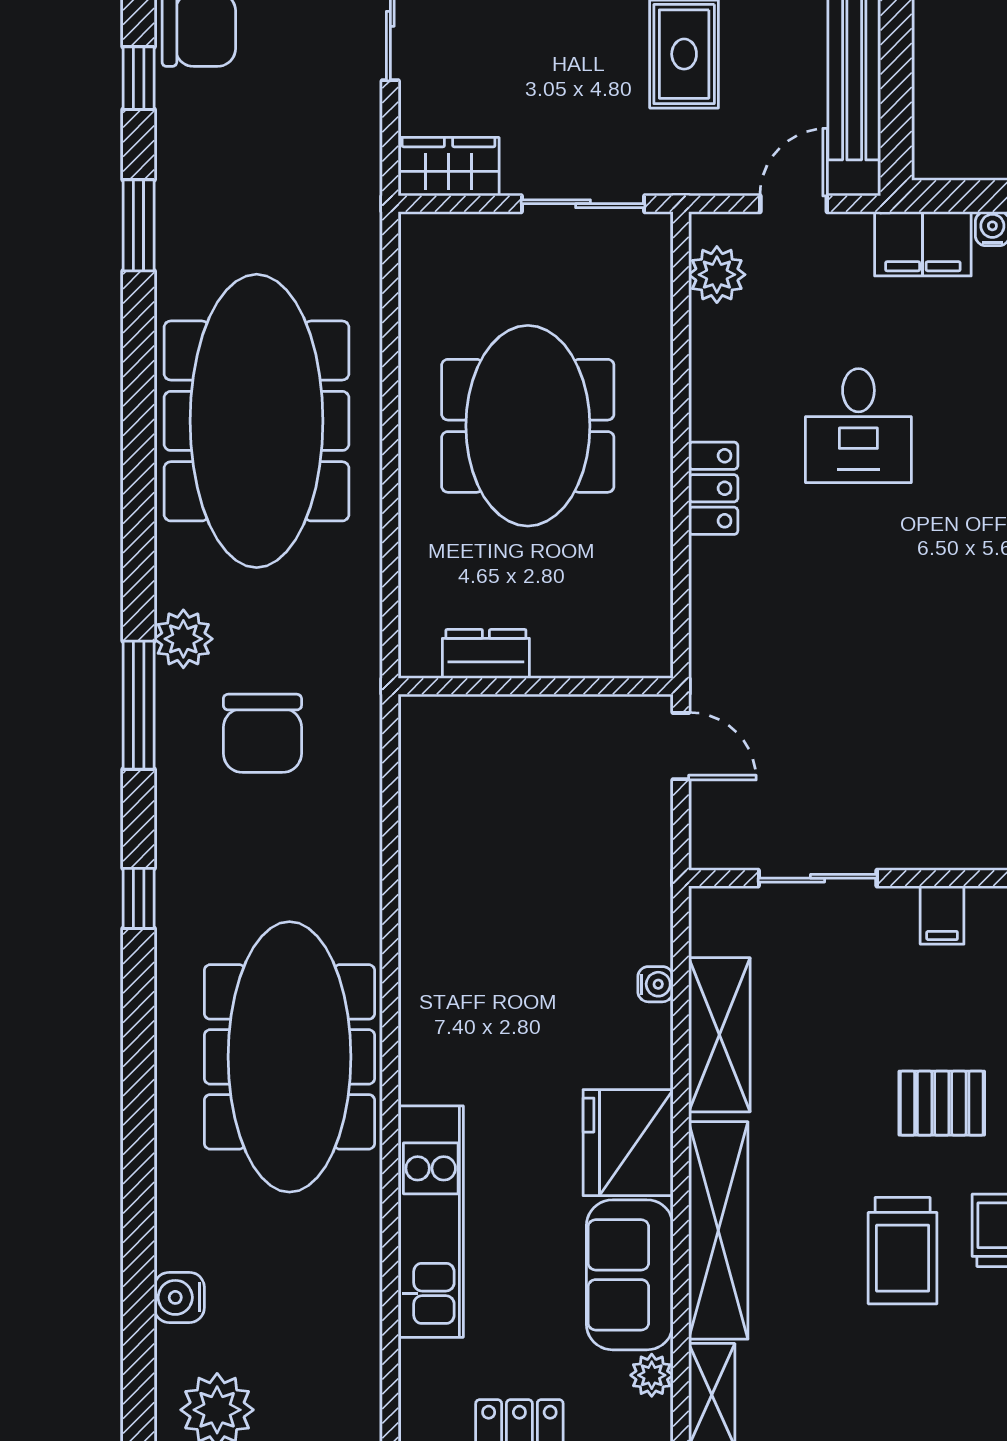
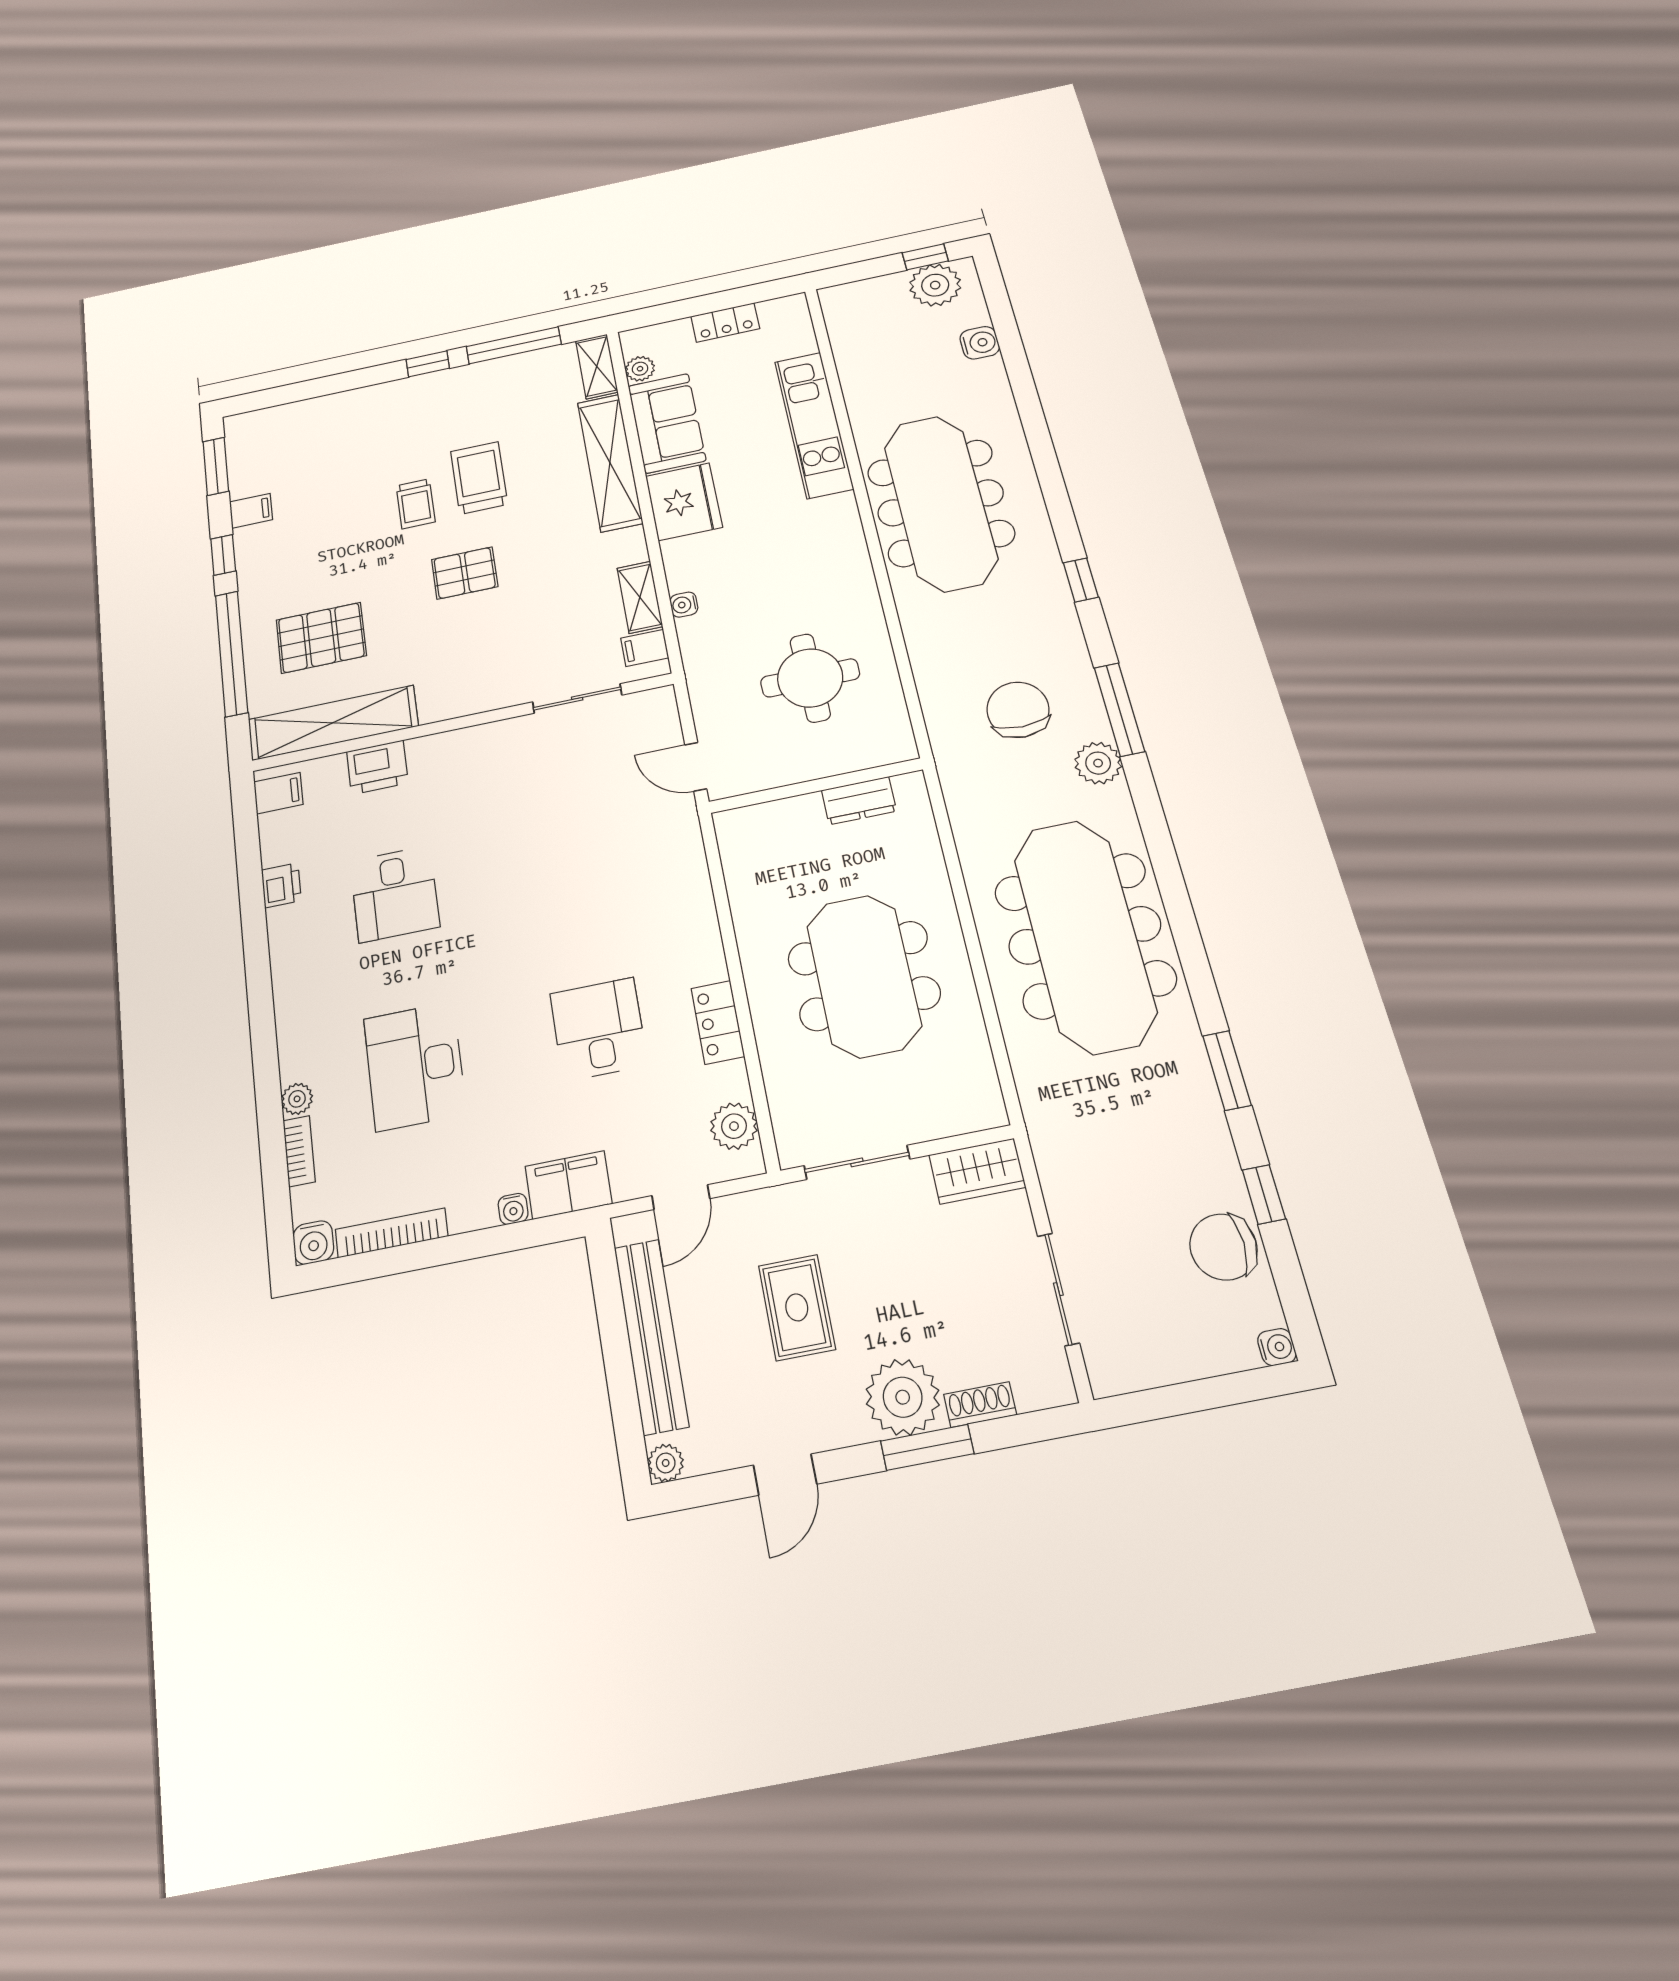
locker: (713, 488) -> (718, 1022), moved
round table: (512, 838) -> (810, 678), added
filing cabinet: (942, 915) -> (645, 648), moved, turned -90
shelving: (719, 1035) -> (640, 597), width x0.67, depth x0.75

